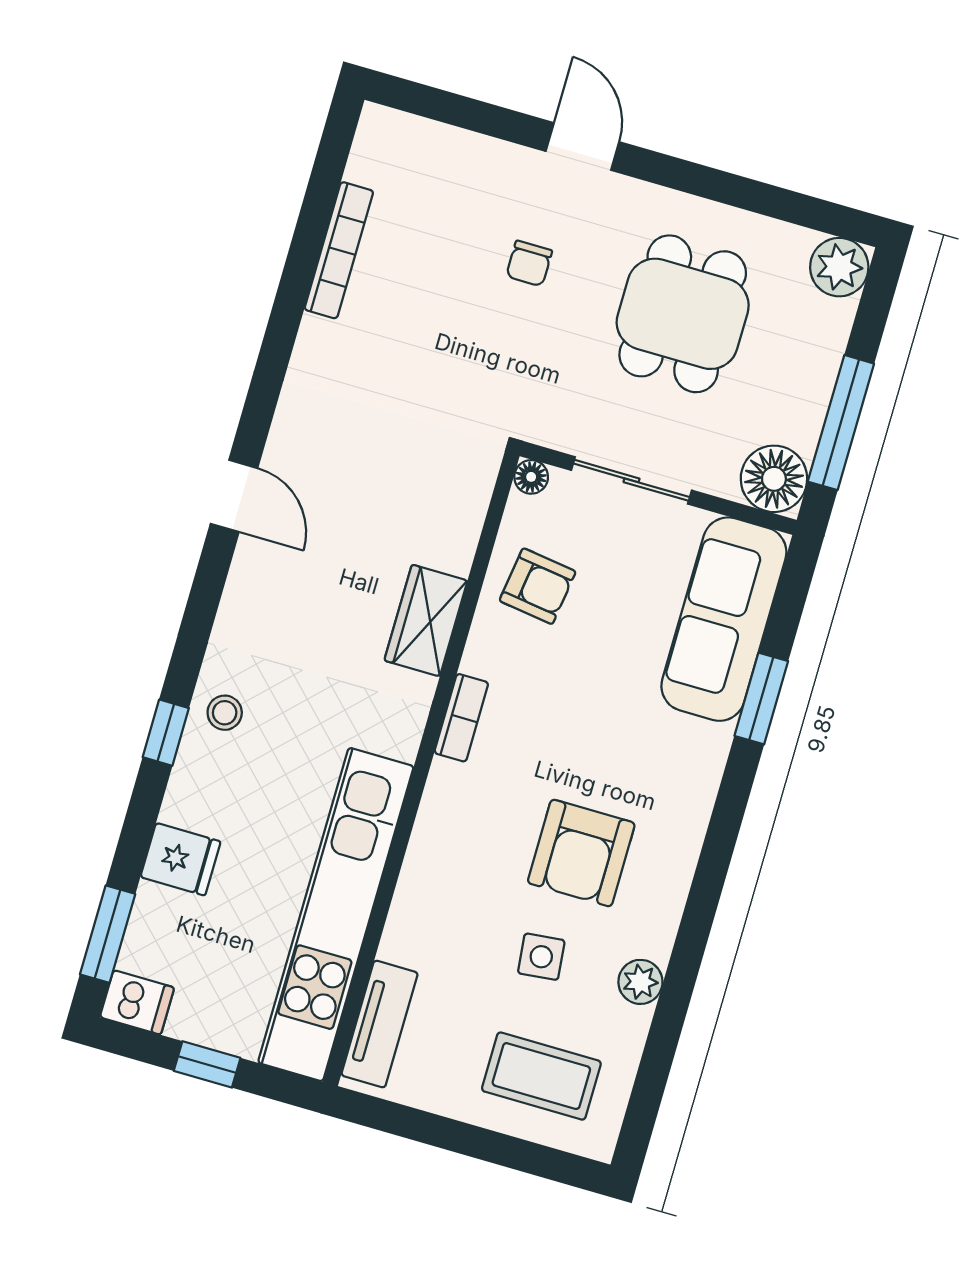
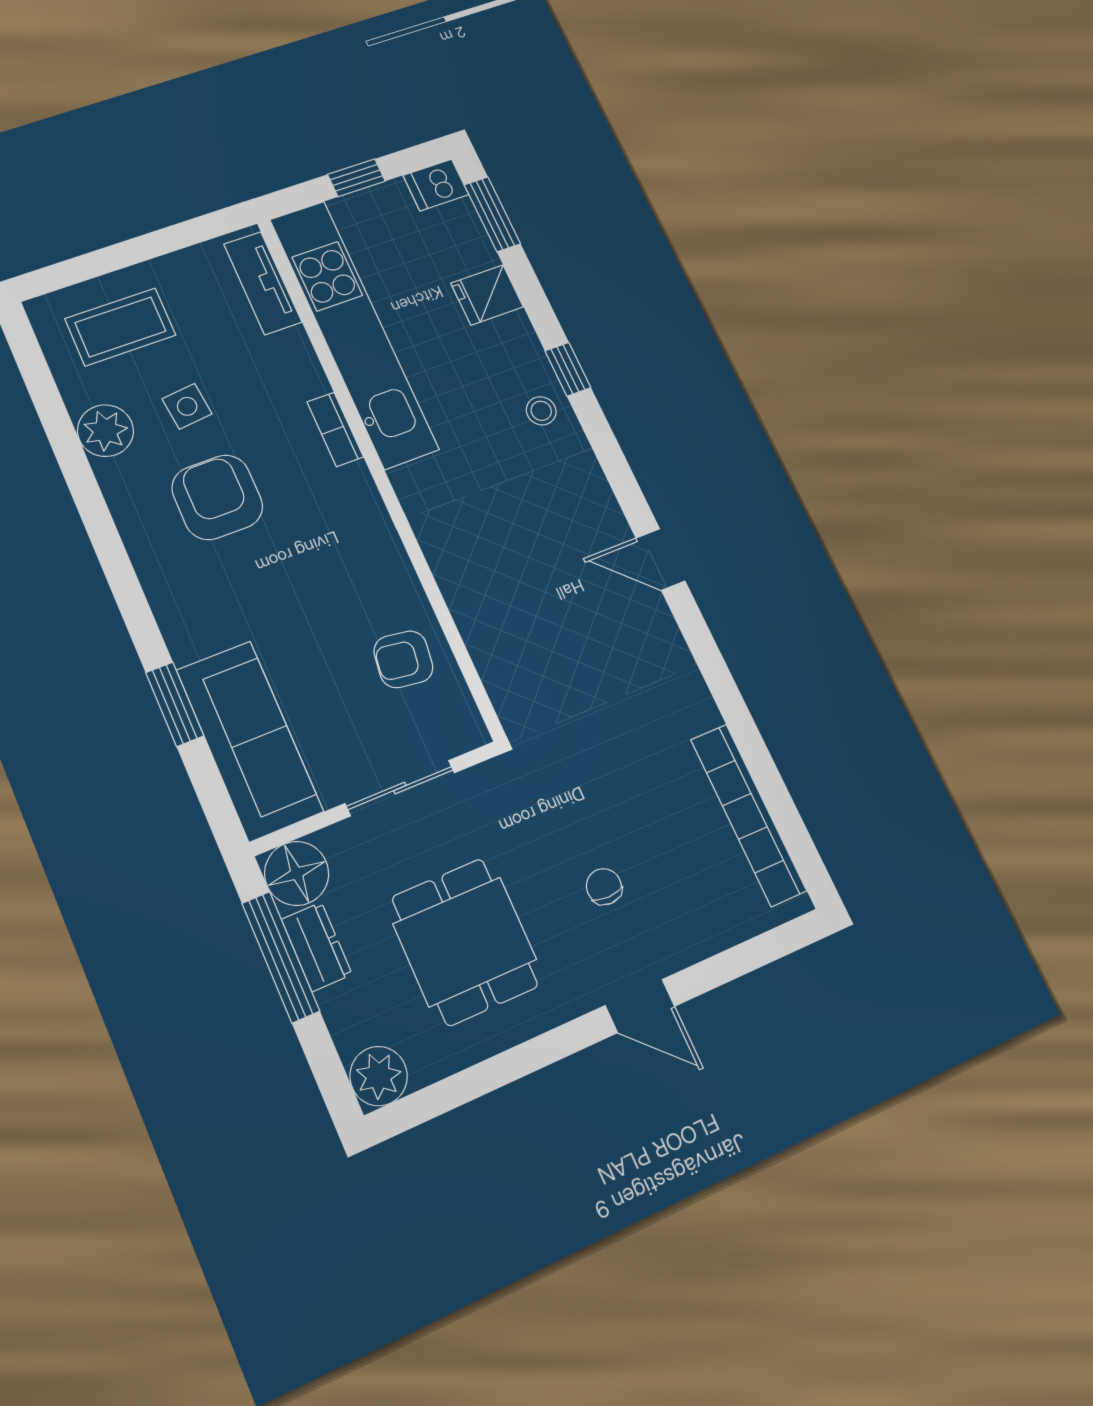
bookcase: (339, 250) -> (748, 815), width x1.48, depth x1.31
dresser: (806, 407) -> (317, 947), added
floor lamp: (531, 477) -> (473, 733), removed
wardrobe: (426, 621) -> (461, 575), removed
bookcase: (461, 718) -> (335, 429), moved
plant: (640, 982) -> (105, 431), width x1.38, depth x1.38

